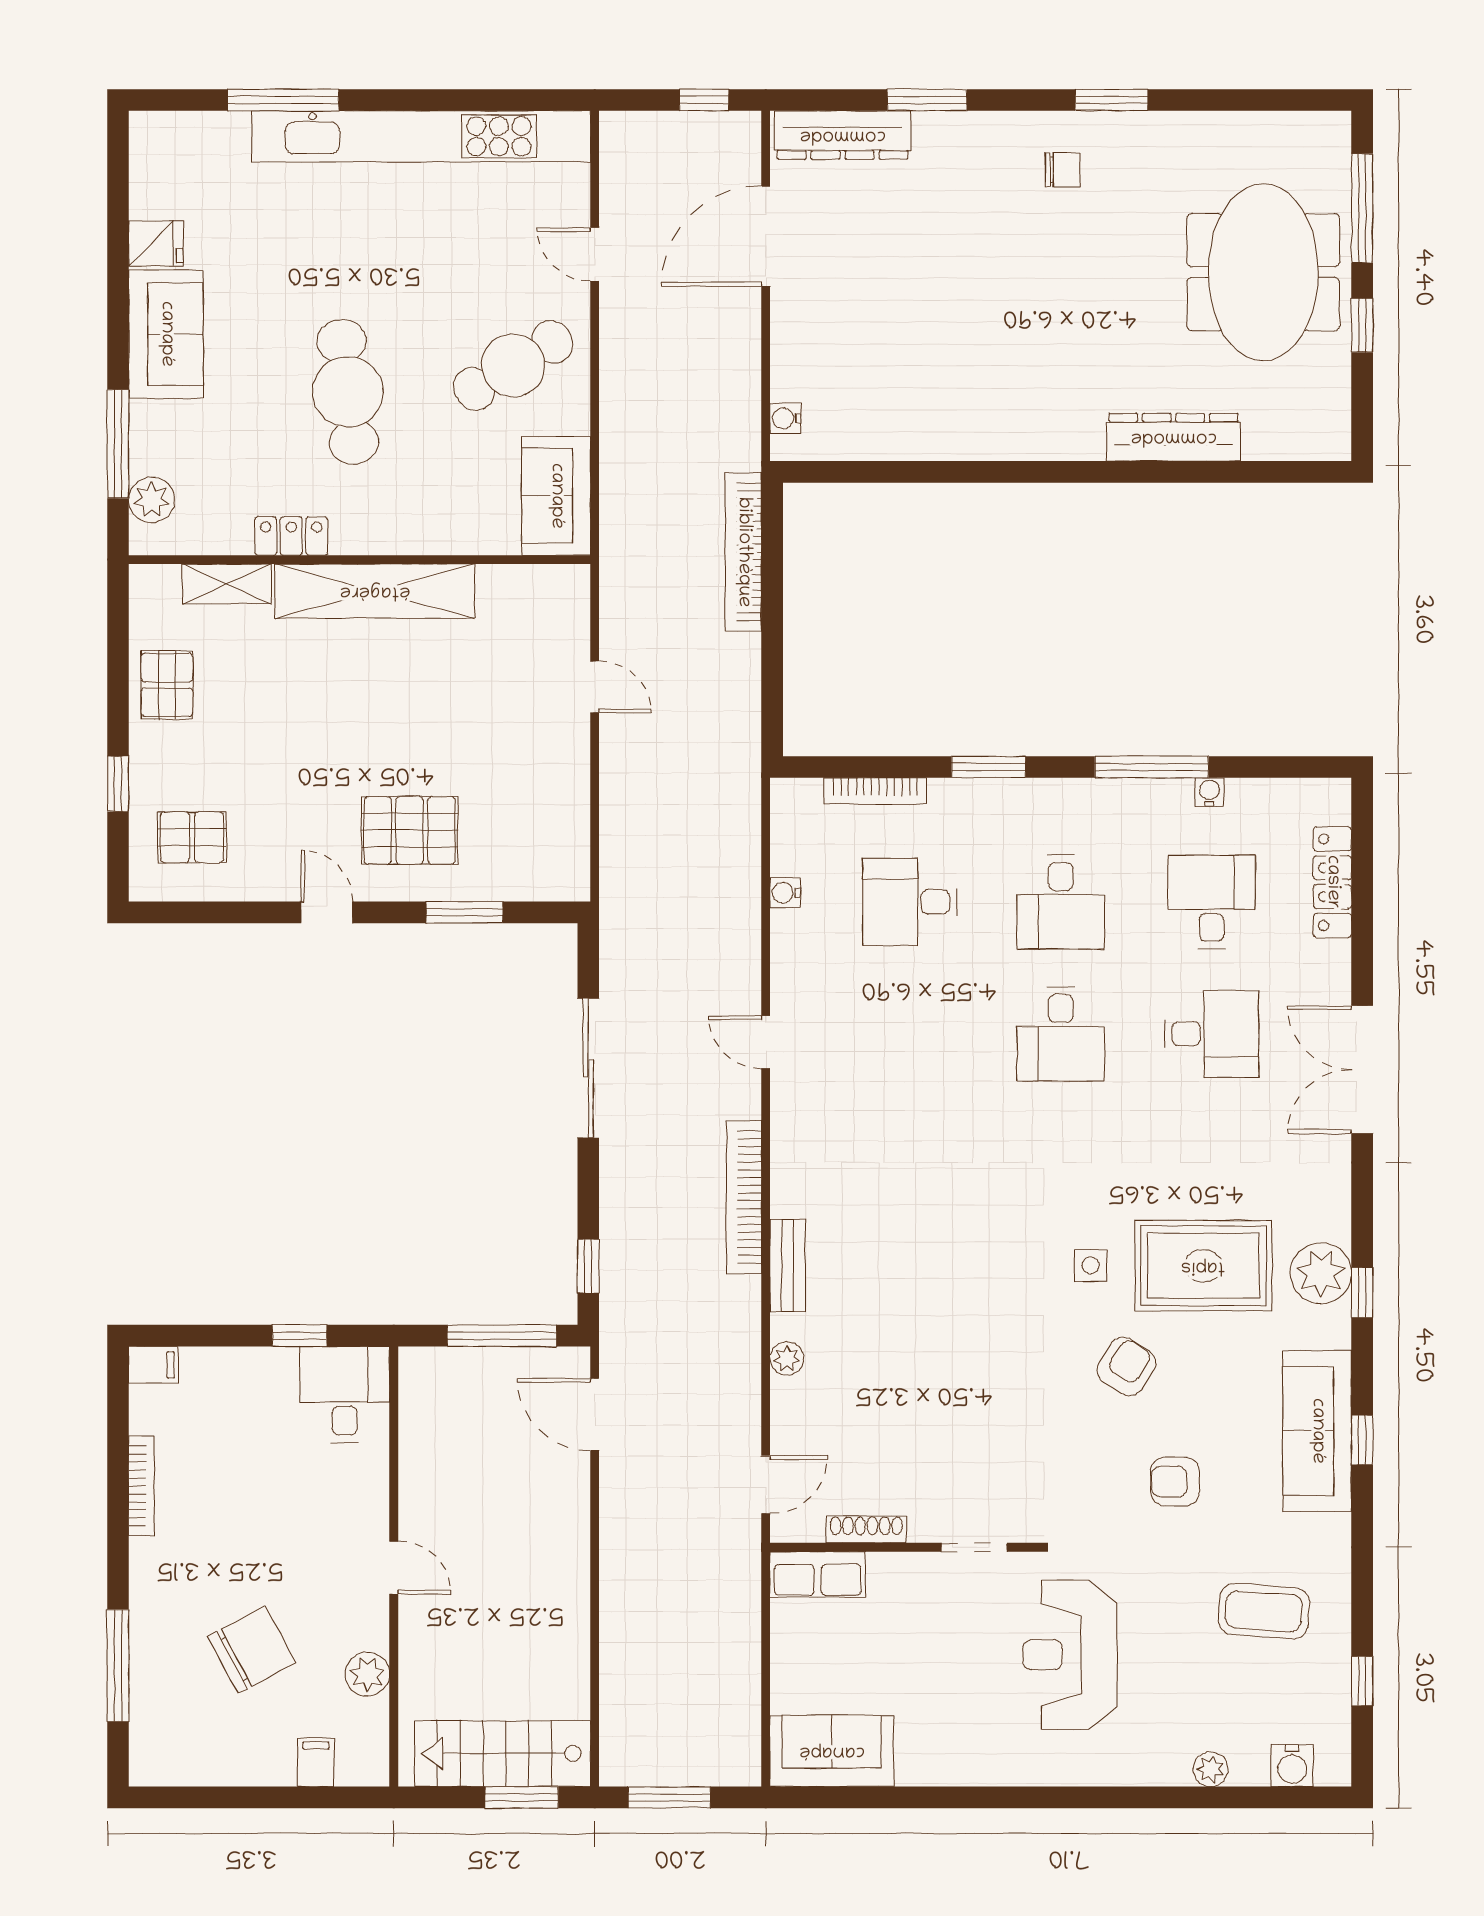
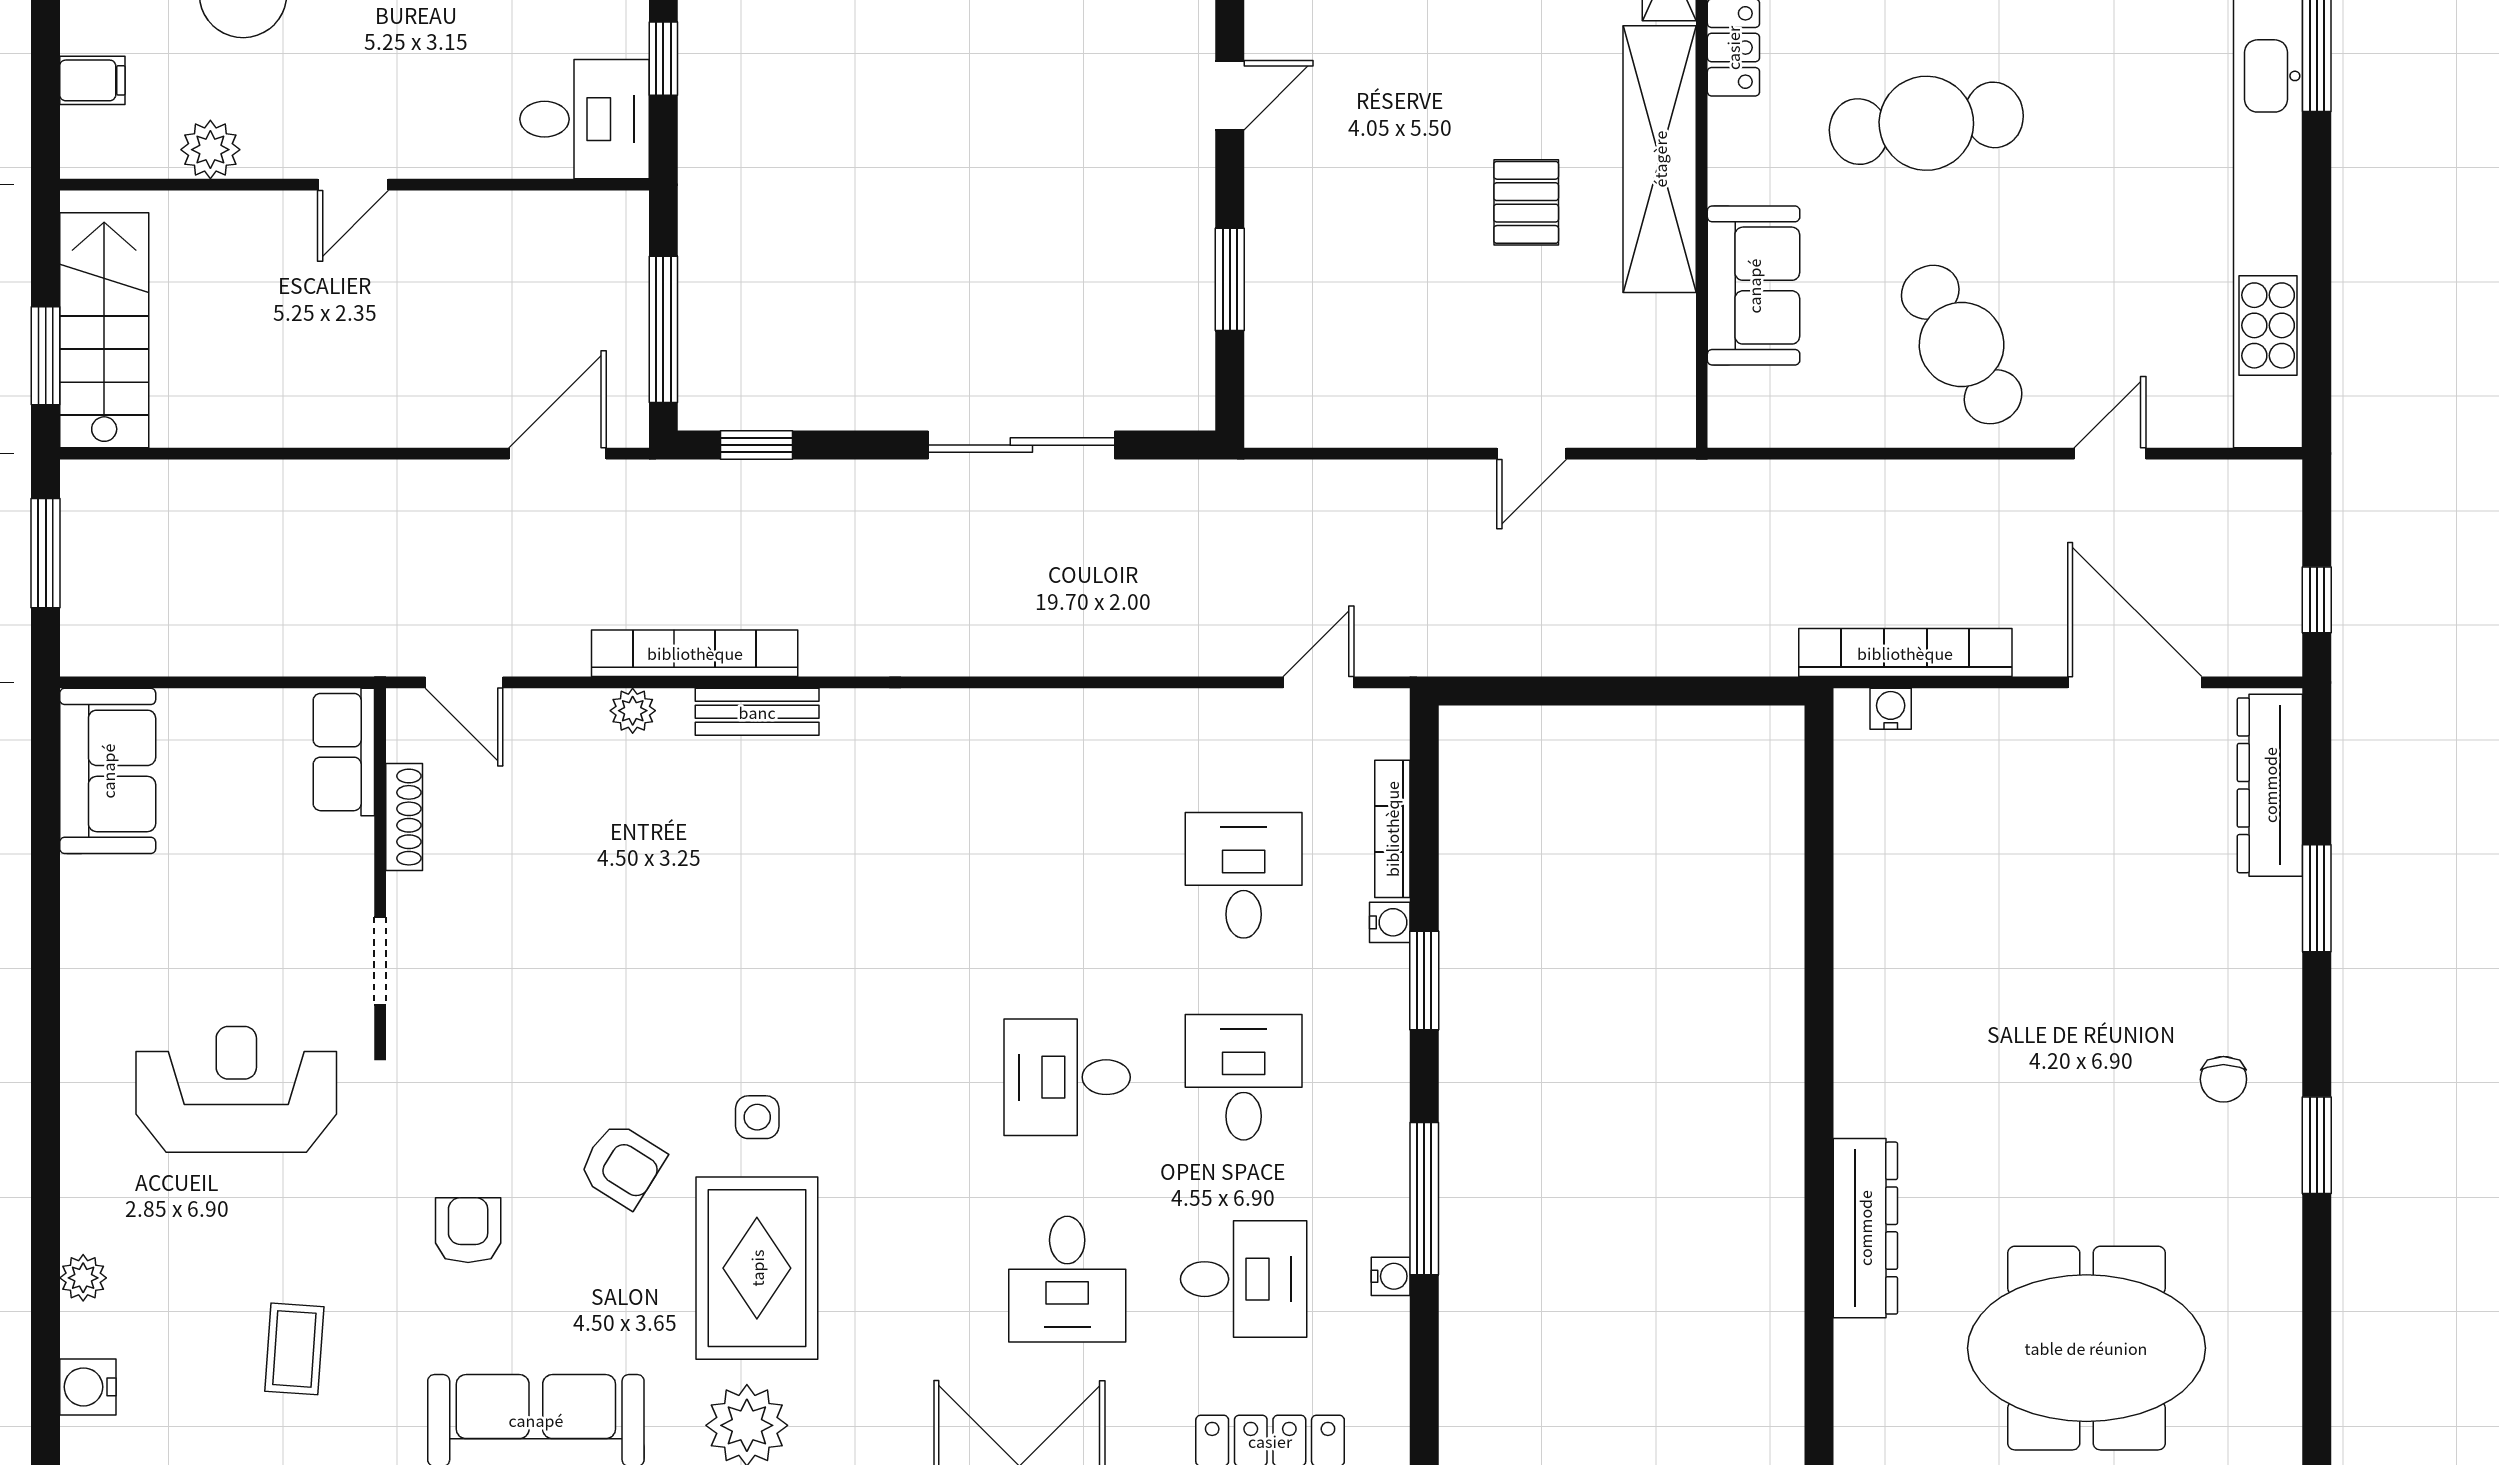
sofa: (556, 496) -> (1754, 286), moved, turned 90
bookcase: (743, 552) -> (1905, 653), moved
pallet: (410, 830) -> (1526, 202), moved, width x0.67, depth x0.71
water cooler: (785, 893) -> (1390, 922), moved, turned 90
desk: (1061, 902) -> (1244, 1077), turned 90
door: (766, 1042) -> (1319, 682), moved
bookcase: (744, 1197) -> (695, 653), moved
coffee table: (1264, 1611) -> (294, 1349), width x0.73, depth x0.77

